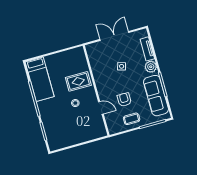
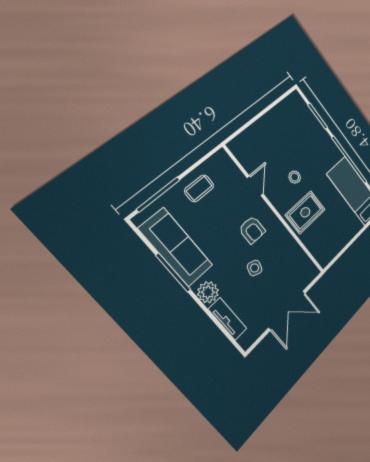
armchair: (124, 100) -> (252, 230), moved
door: (101, 108) -> (255, 186), swing flipped

